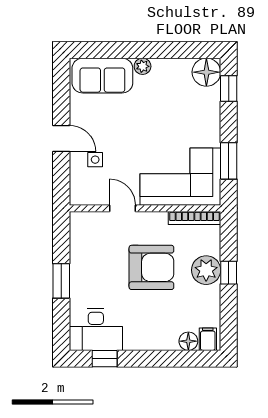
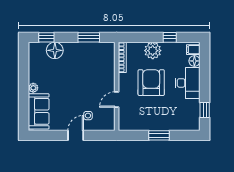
floor lamp: (206, 72) -> (55, 50), moved
corner sofa: (180, 177) -> (98, 66), removed
window: (229, 273) -> (170, 37), moved
desk: (96, 330) -> (188, 83), moved

